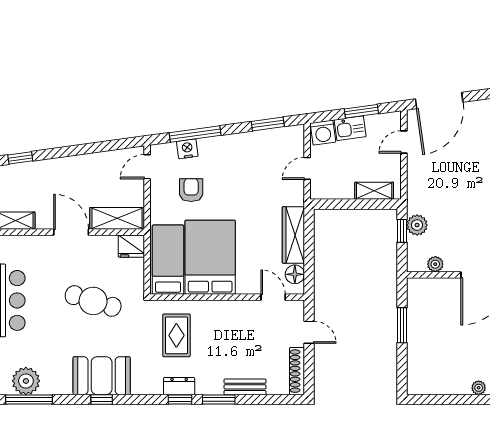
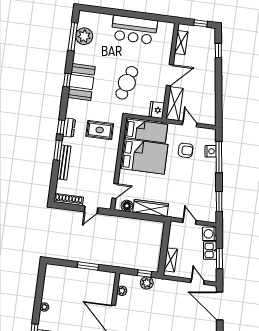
door: (147, 167) -> (190, 124), moved
bench: (245, 387) -> (64, 162), width x1.36

